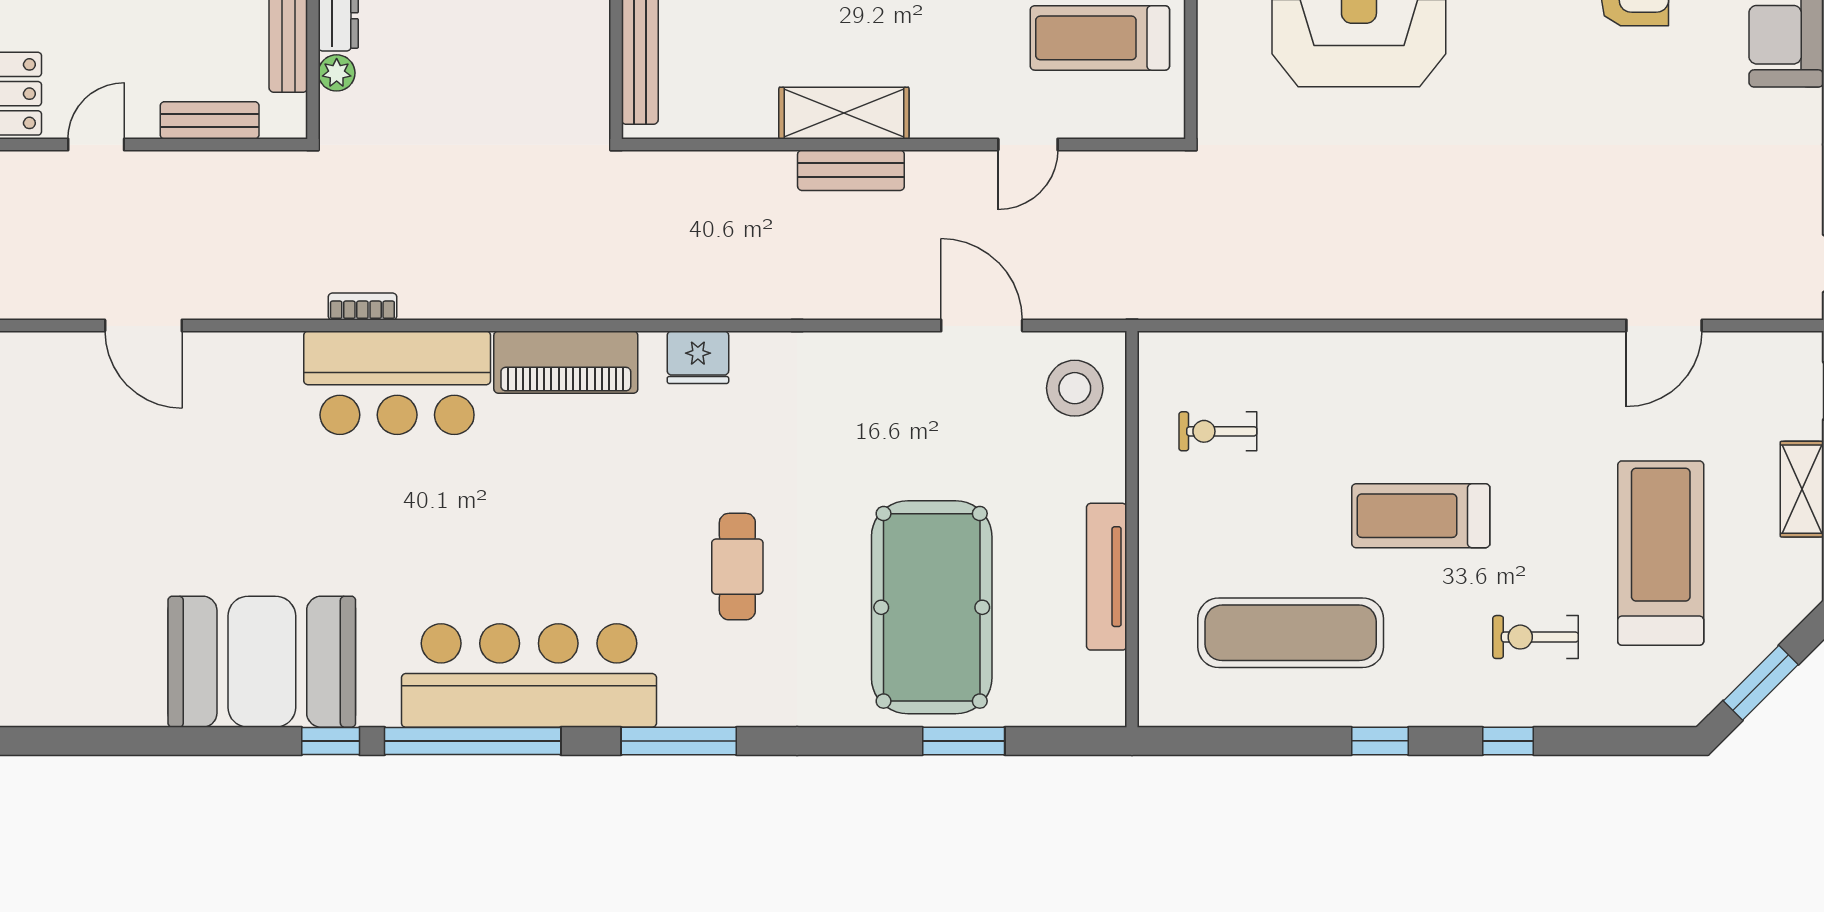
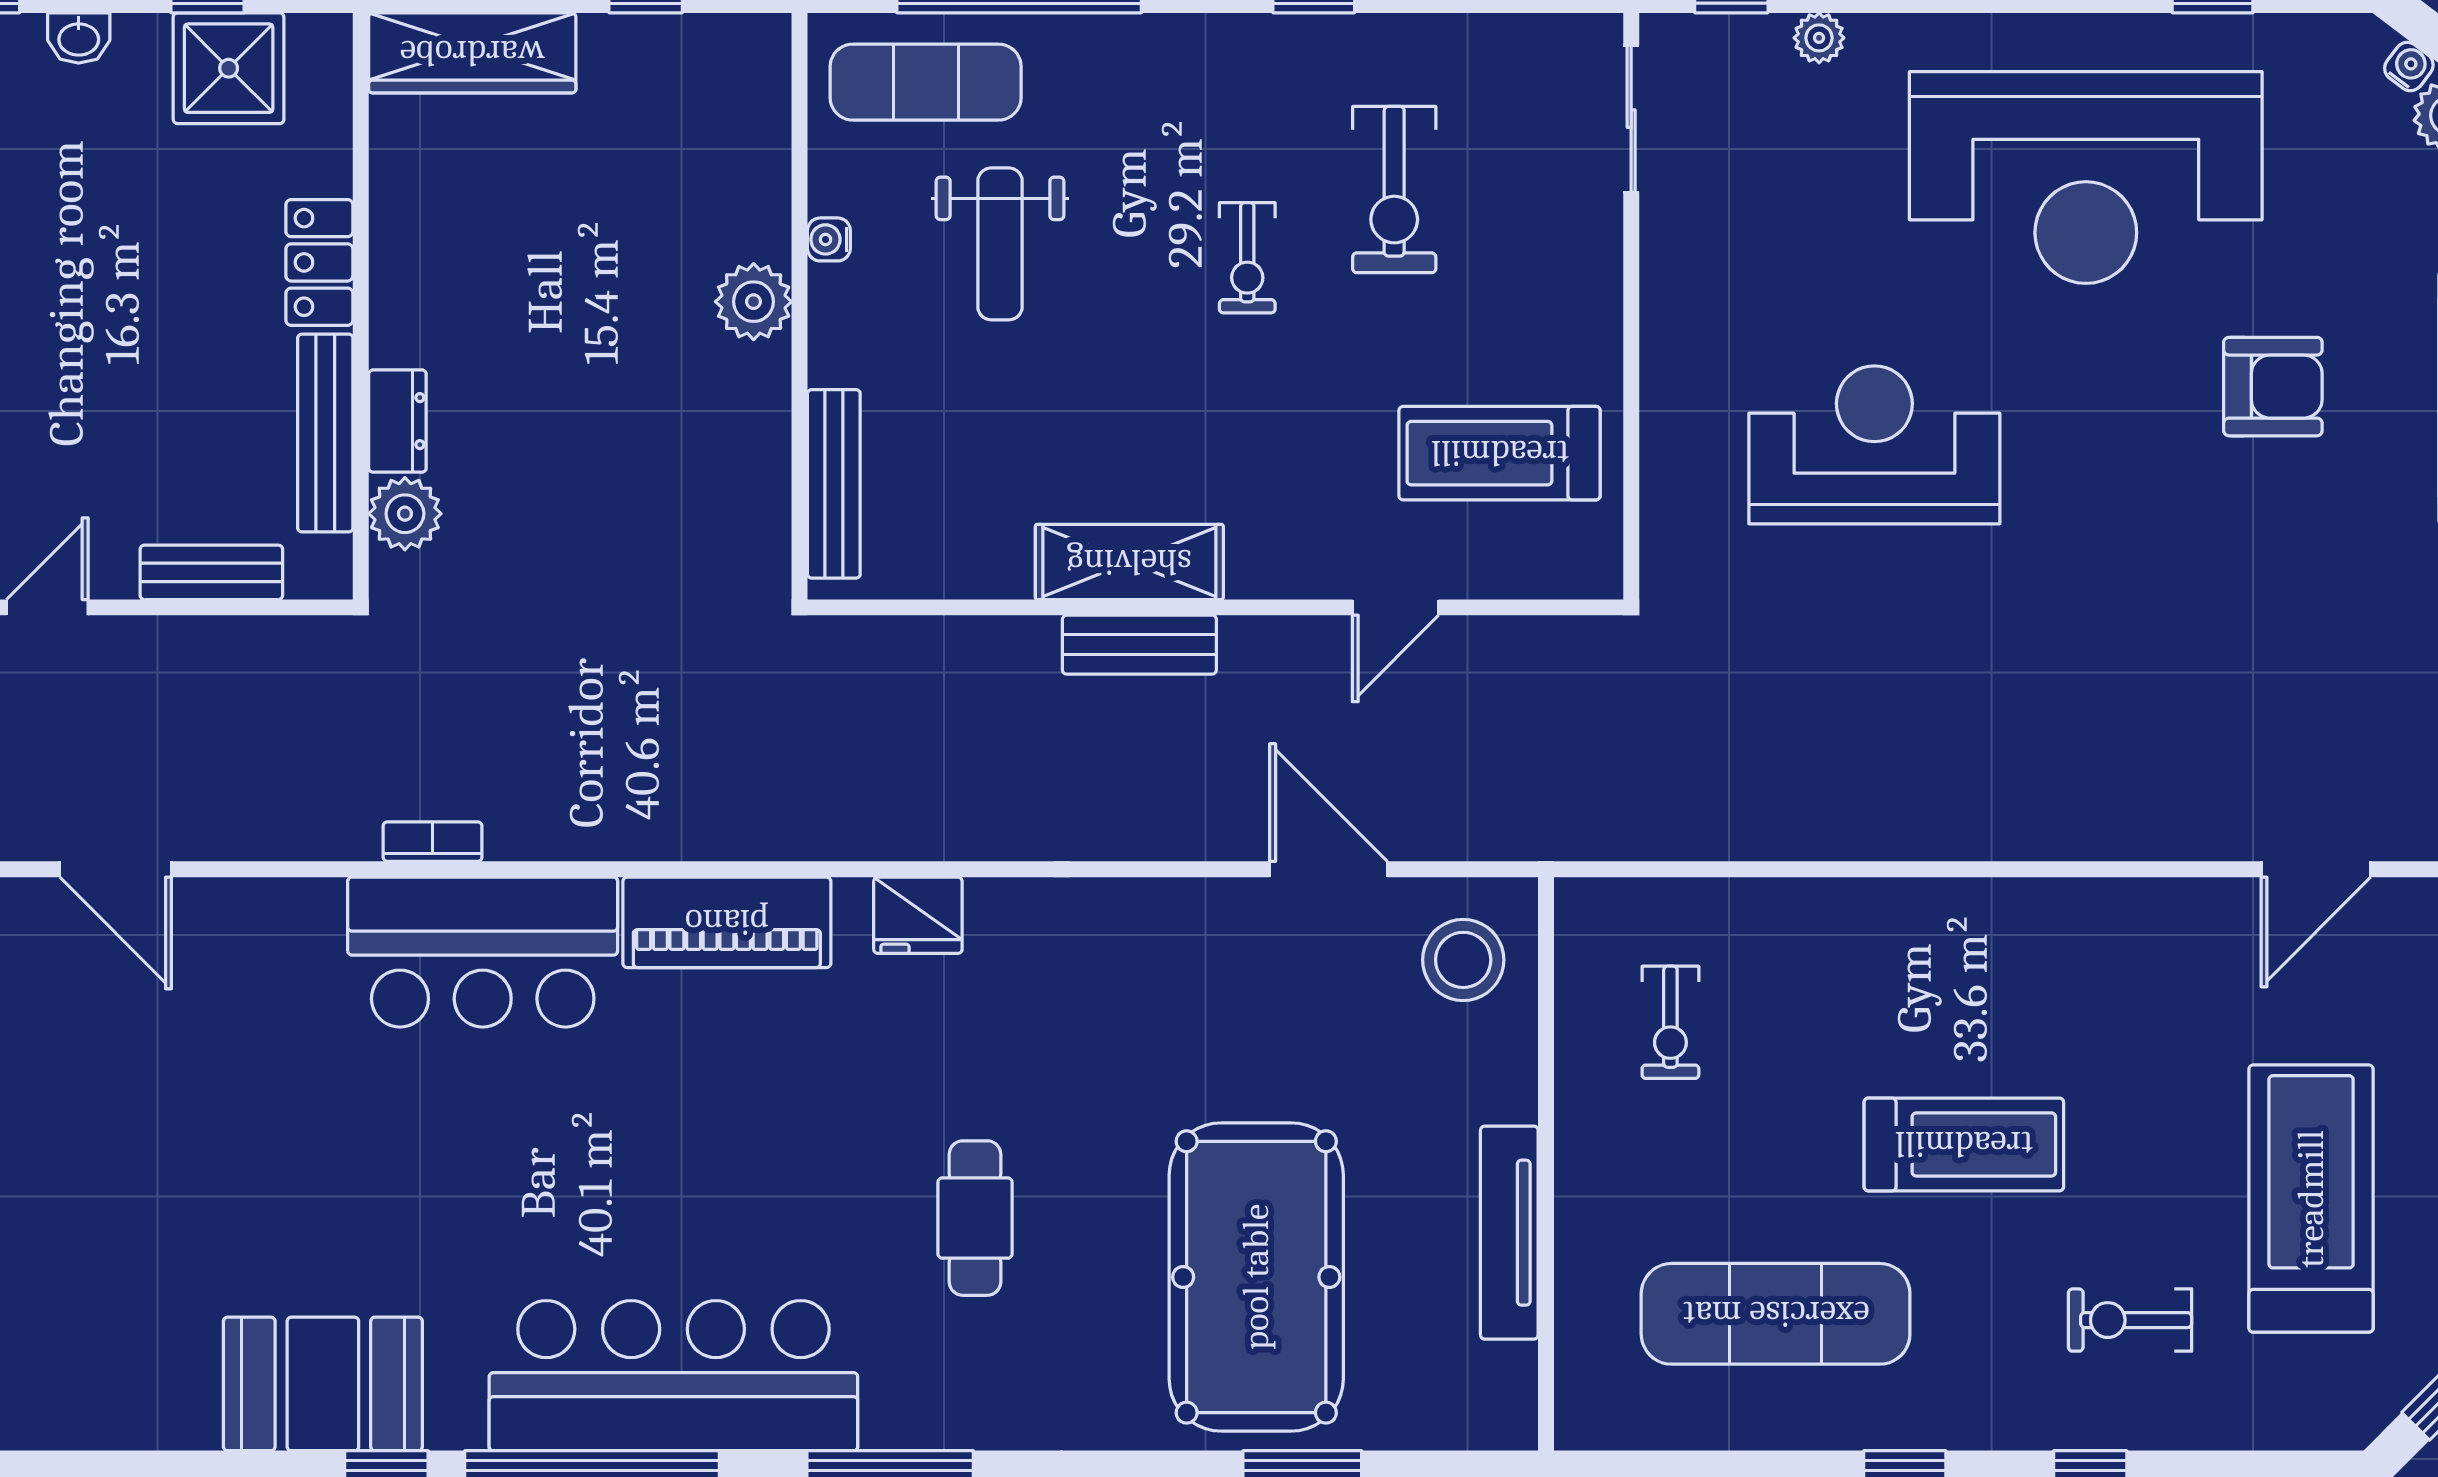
plant: (337, 73) -> (405, 514), width x1.38, depth x1.38
exercise bike: (1218, 431) -> (1670, 1022), turned -90
treadmill: (1421, 516) -> (1964, 1144), turned 180
booth: (262, 662) -> (323, 1384), width x0.73, depth x0.70

